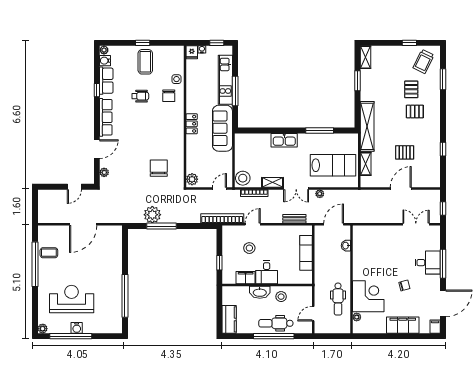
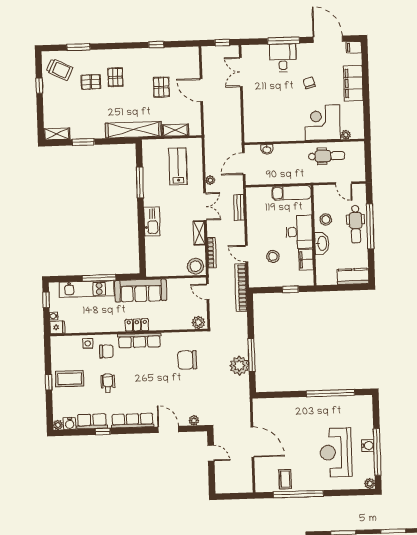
row of seats: (178, 126) -> (139, 340), added
lab bench: (333, 165) -> (178, 166), width x0.73, depth x0.72
door: (334, 224) -> (244, 164), hinge flipped
exam couch: (306, 253) -> (291, 193), moved
desk: (267, 272) -> (299, 232), width x1.37

